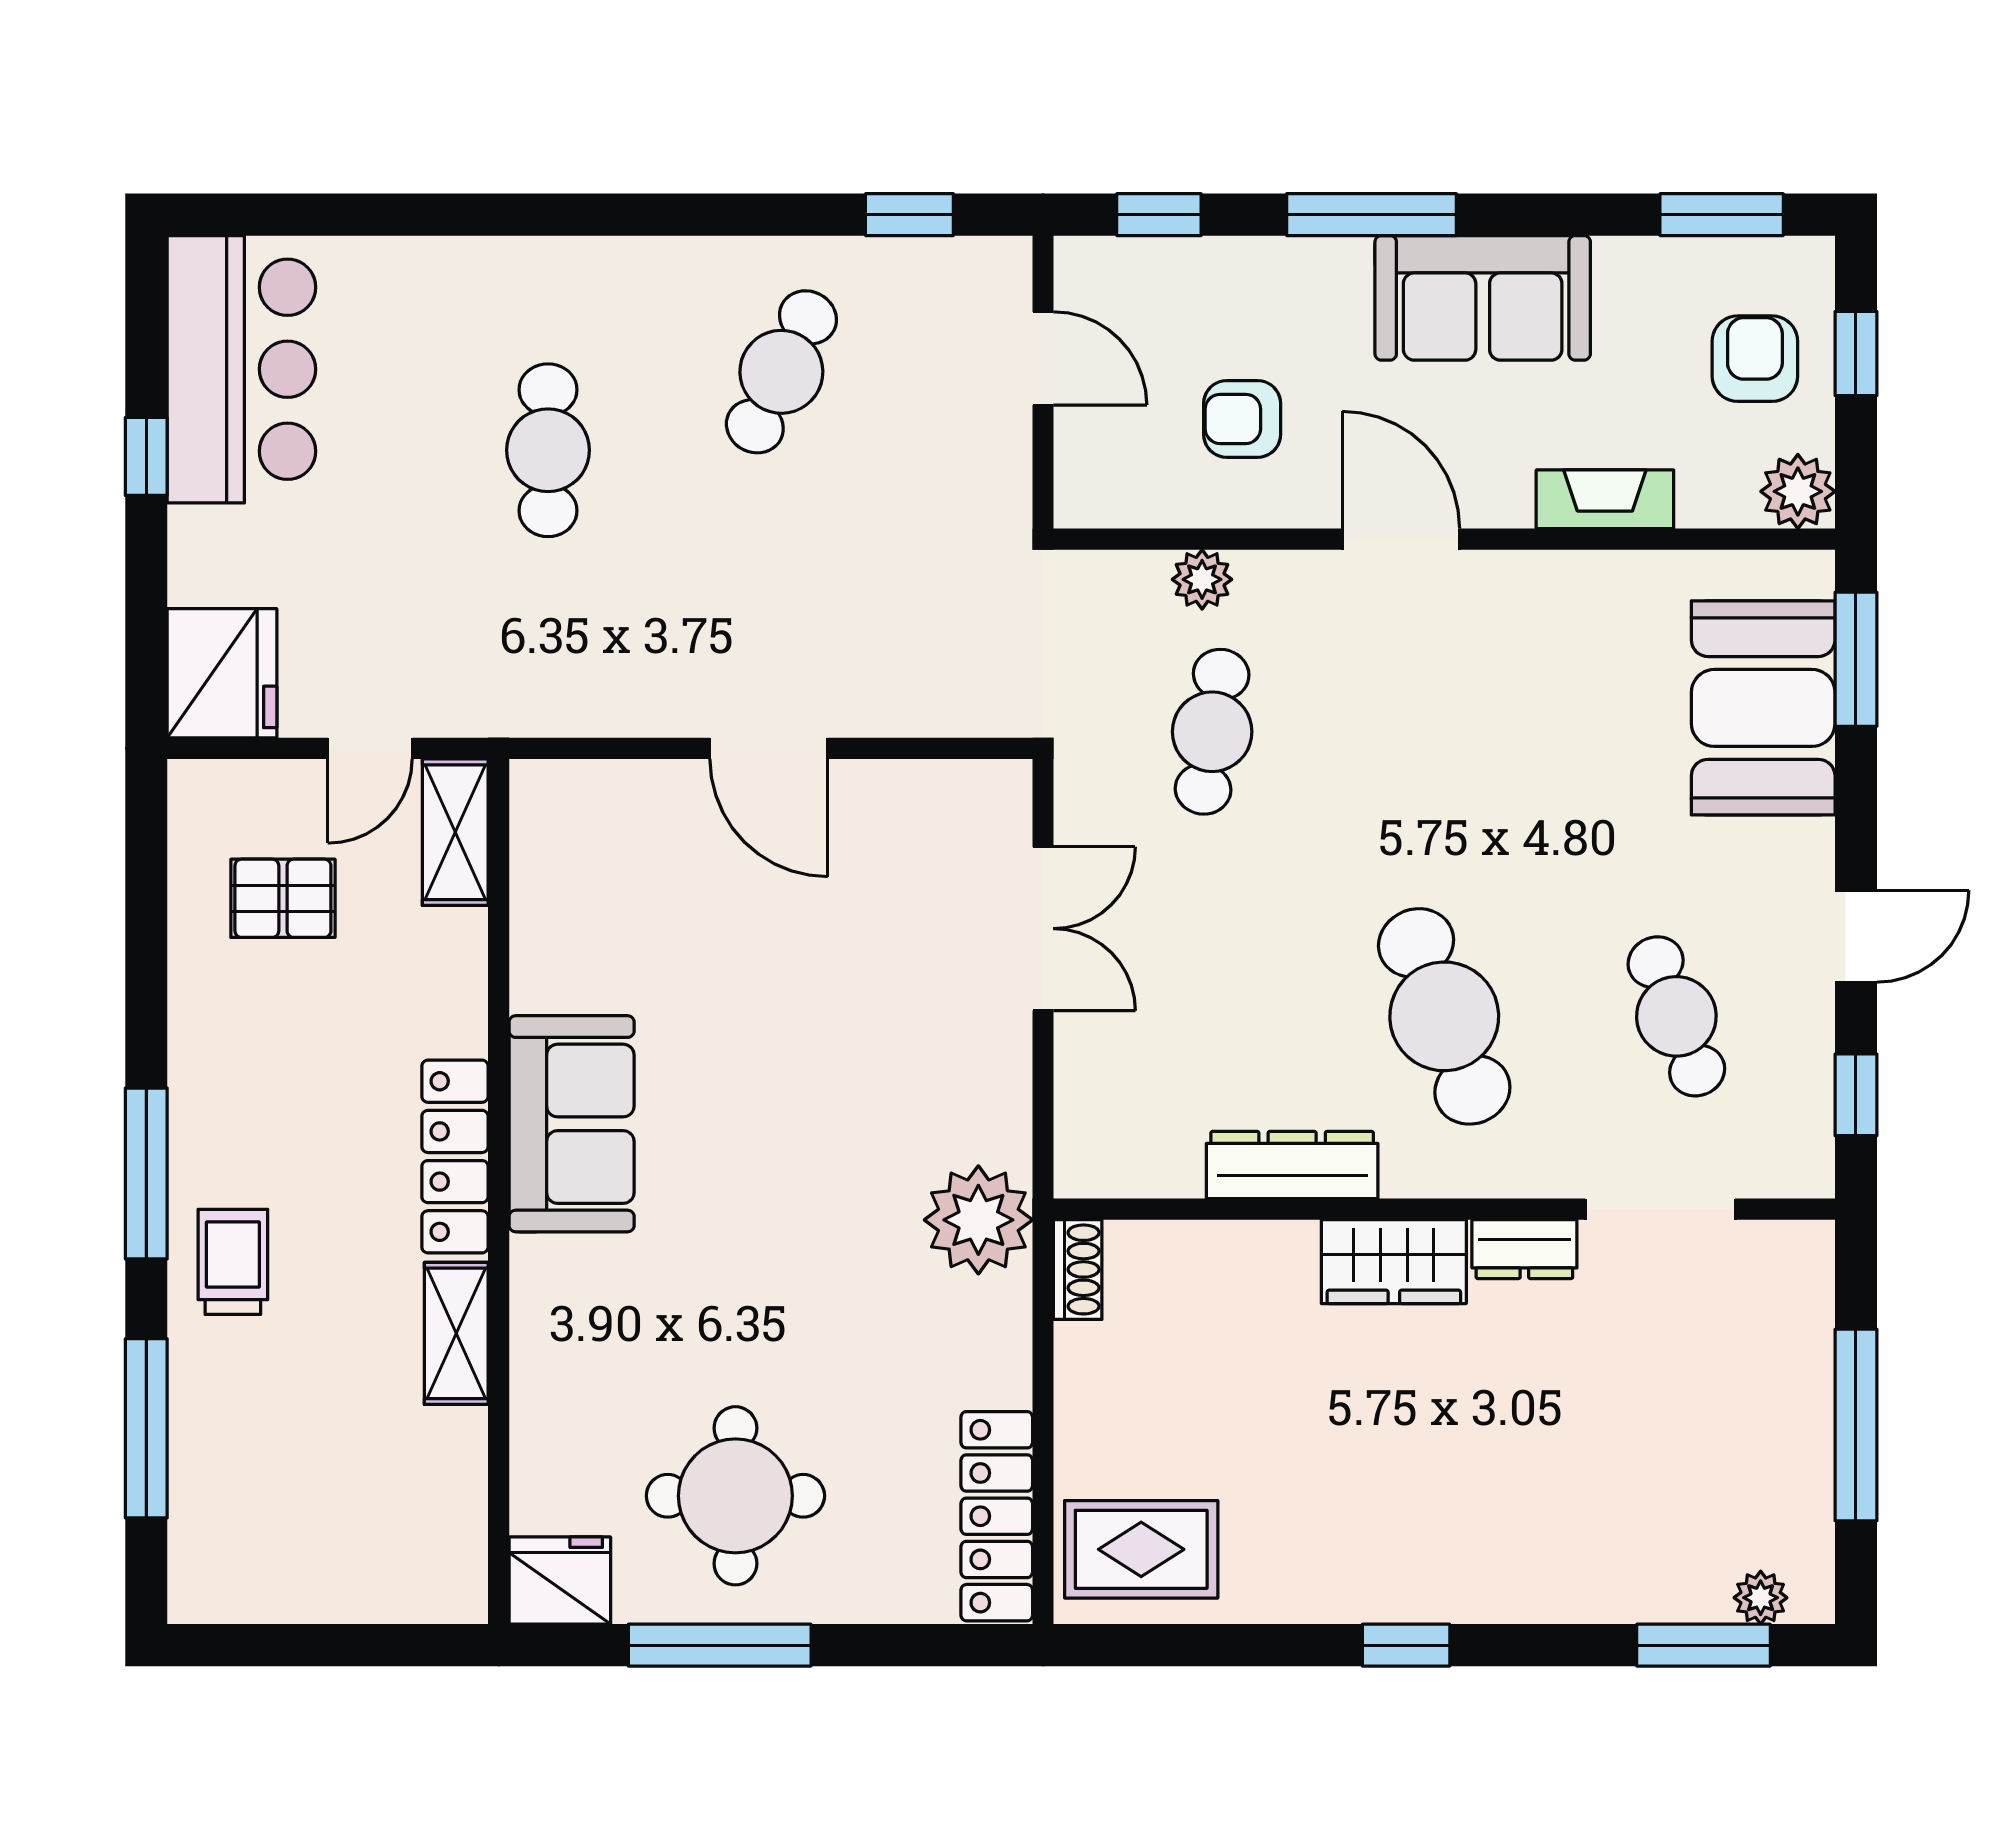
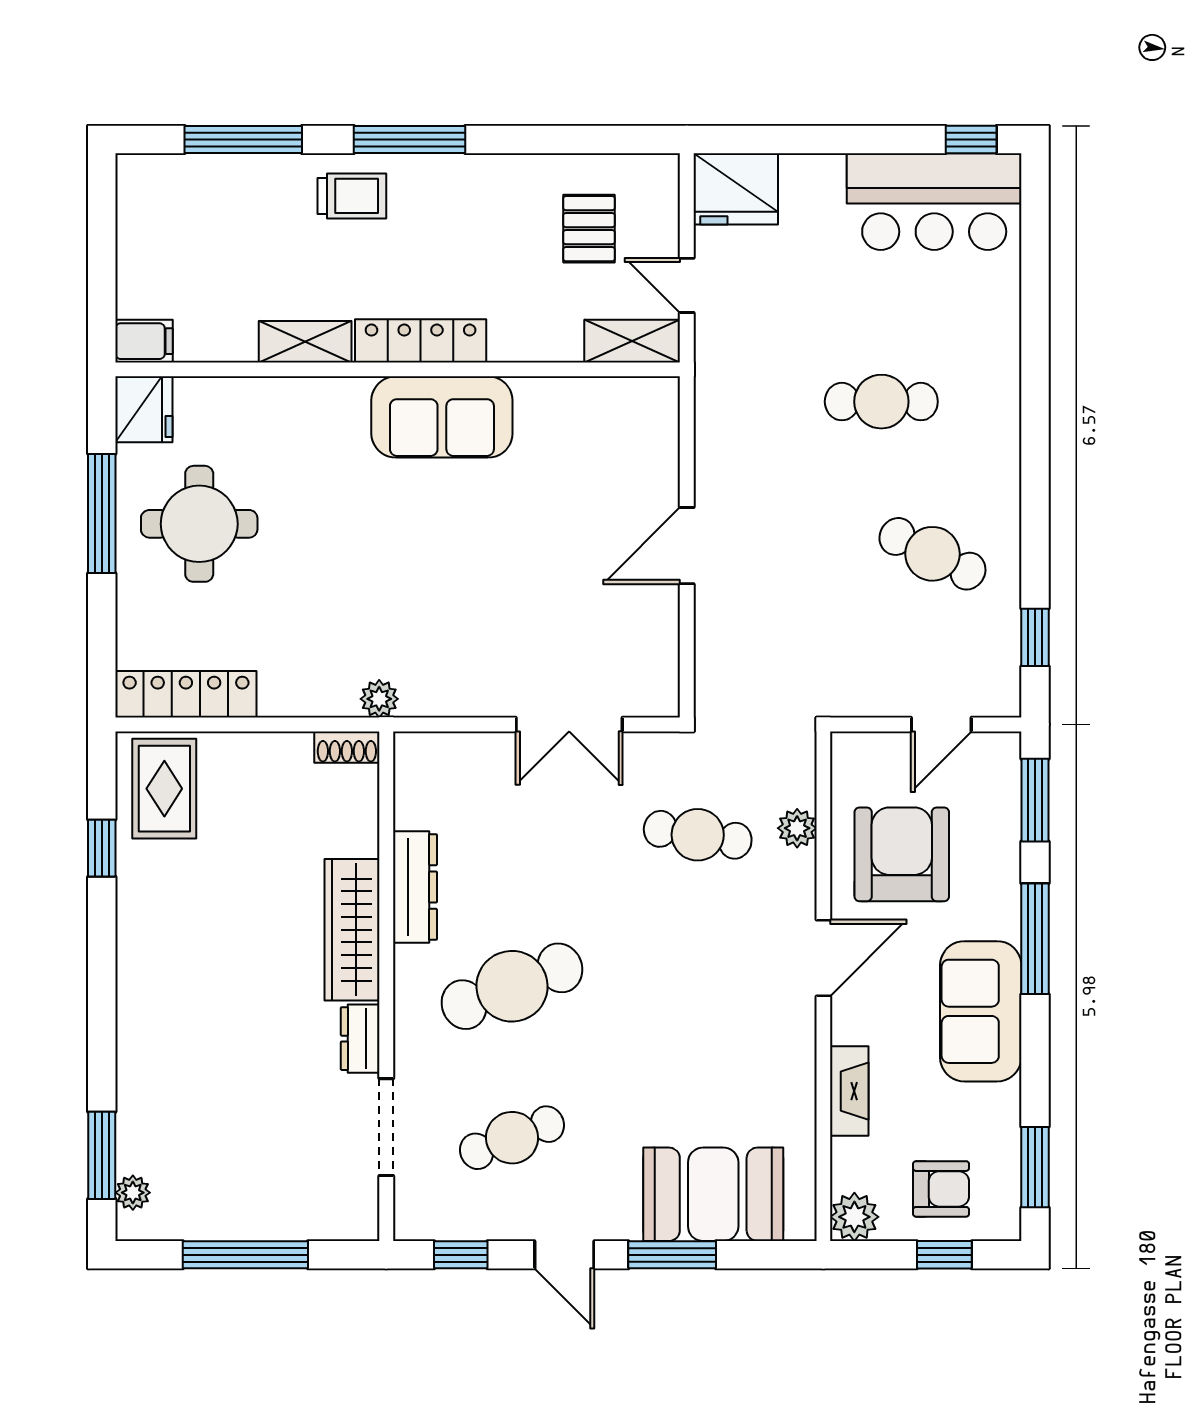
window: (1159, 215) -> (1035, 800), width x1.50
armchair: (1242, 419) -> (902, 854), width x1.88, depth x1.88
window: (146, 456) -> (971, 139), moved
window: (1856, 659) -> (672, 1255), moved
plant: (978, 1220) -> (379, 699), width x0.53, depth x0.53
wardrobe: (1394, 1262) -> (352, 930), width x1.50
filing cabinet: (455, 1580) -> (144, 341), added
window: (1406, 1645) -> (102, 848), moved

